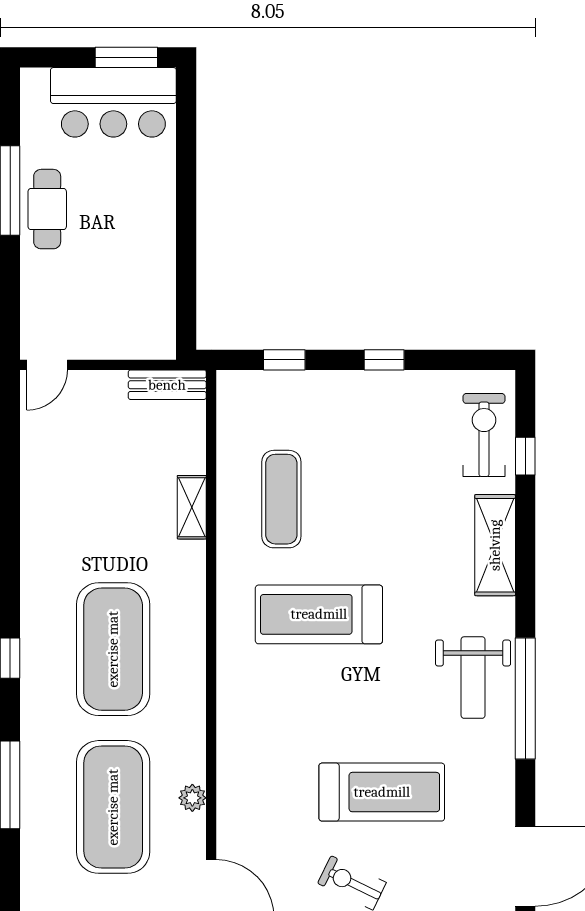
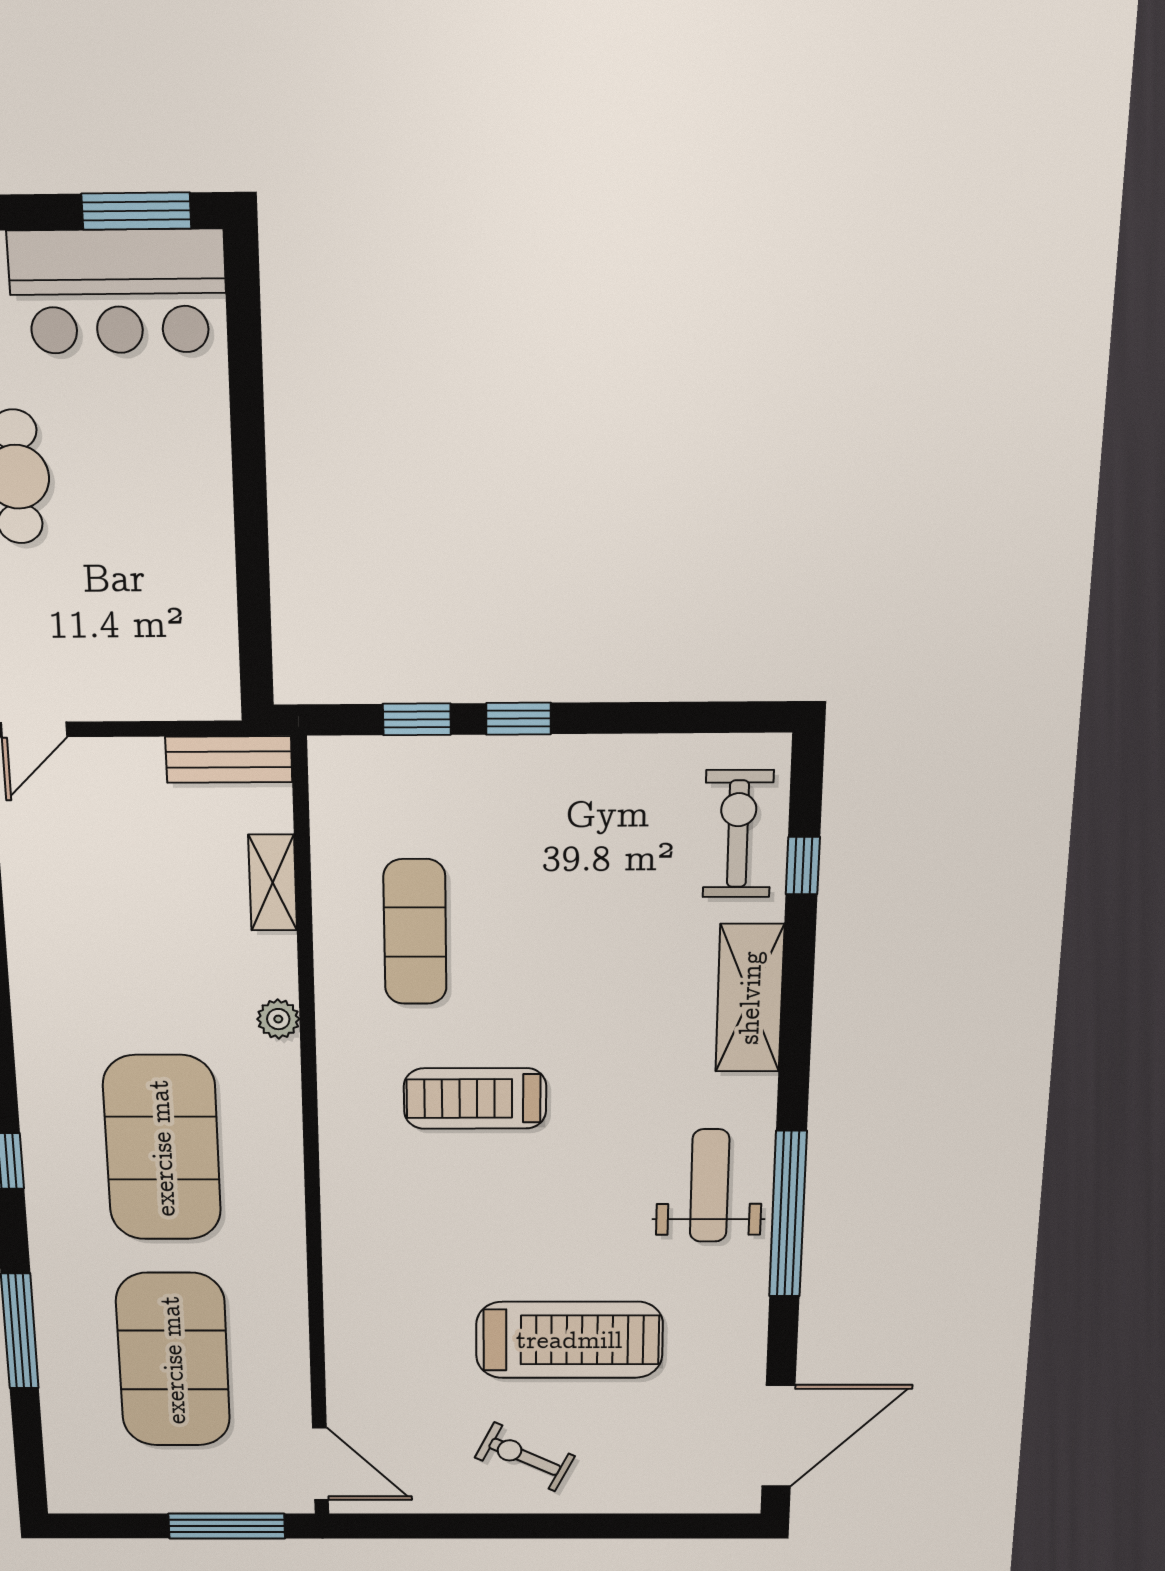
window: (384, 360) -> (519, 719), moved
shelving: (192, 507) -> (273, 883), moved
treadmill: (319, 614) -> (475, 1098), width x0.73, depth x0.73
weight bench: (473, 678) -> (710, 1186), turned 180
plant: (192, 798) -> (278, 1019), moved

